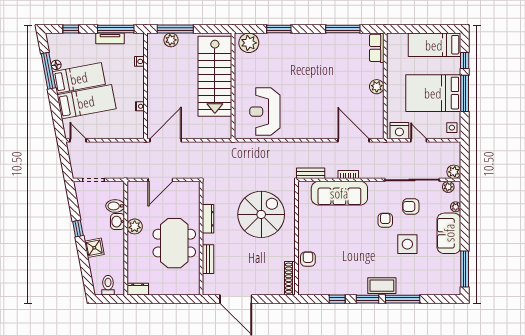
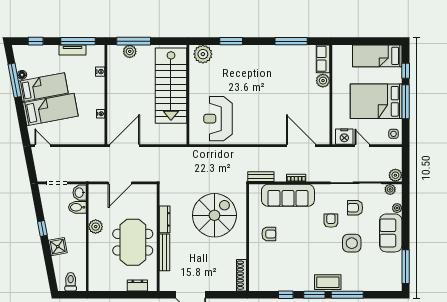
plant: (377, 87) -> (323, 81), moved
washbasin: (117, 222) -> (80, 193), moved
bench: (208, 259) -> (165, 252), width x1.36
armchair: (308, 259) -> (269, 234), moved, turned 90
dresser: (138, 289) -> (137, 285), moved

